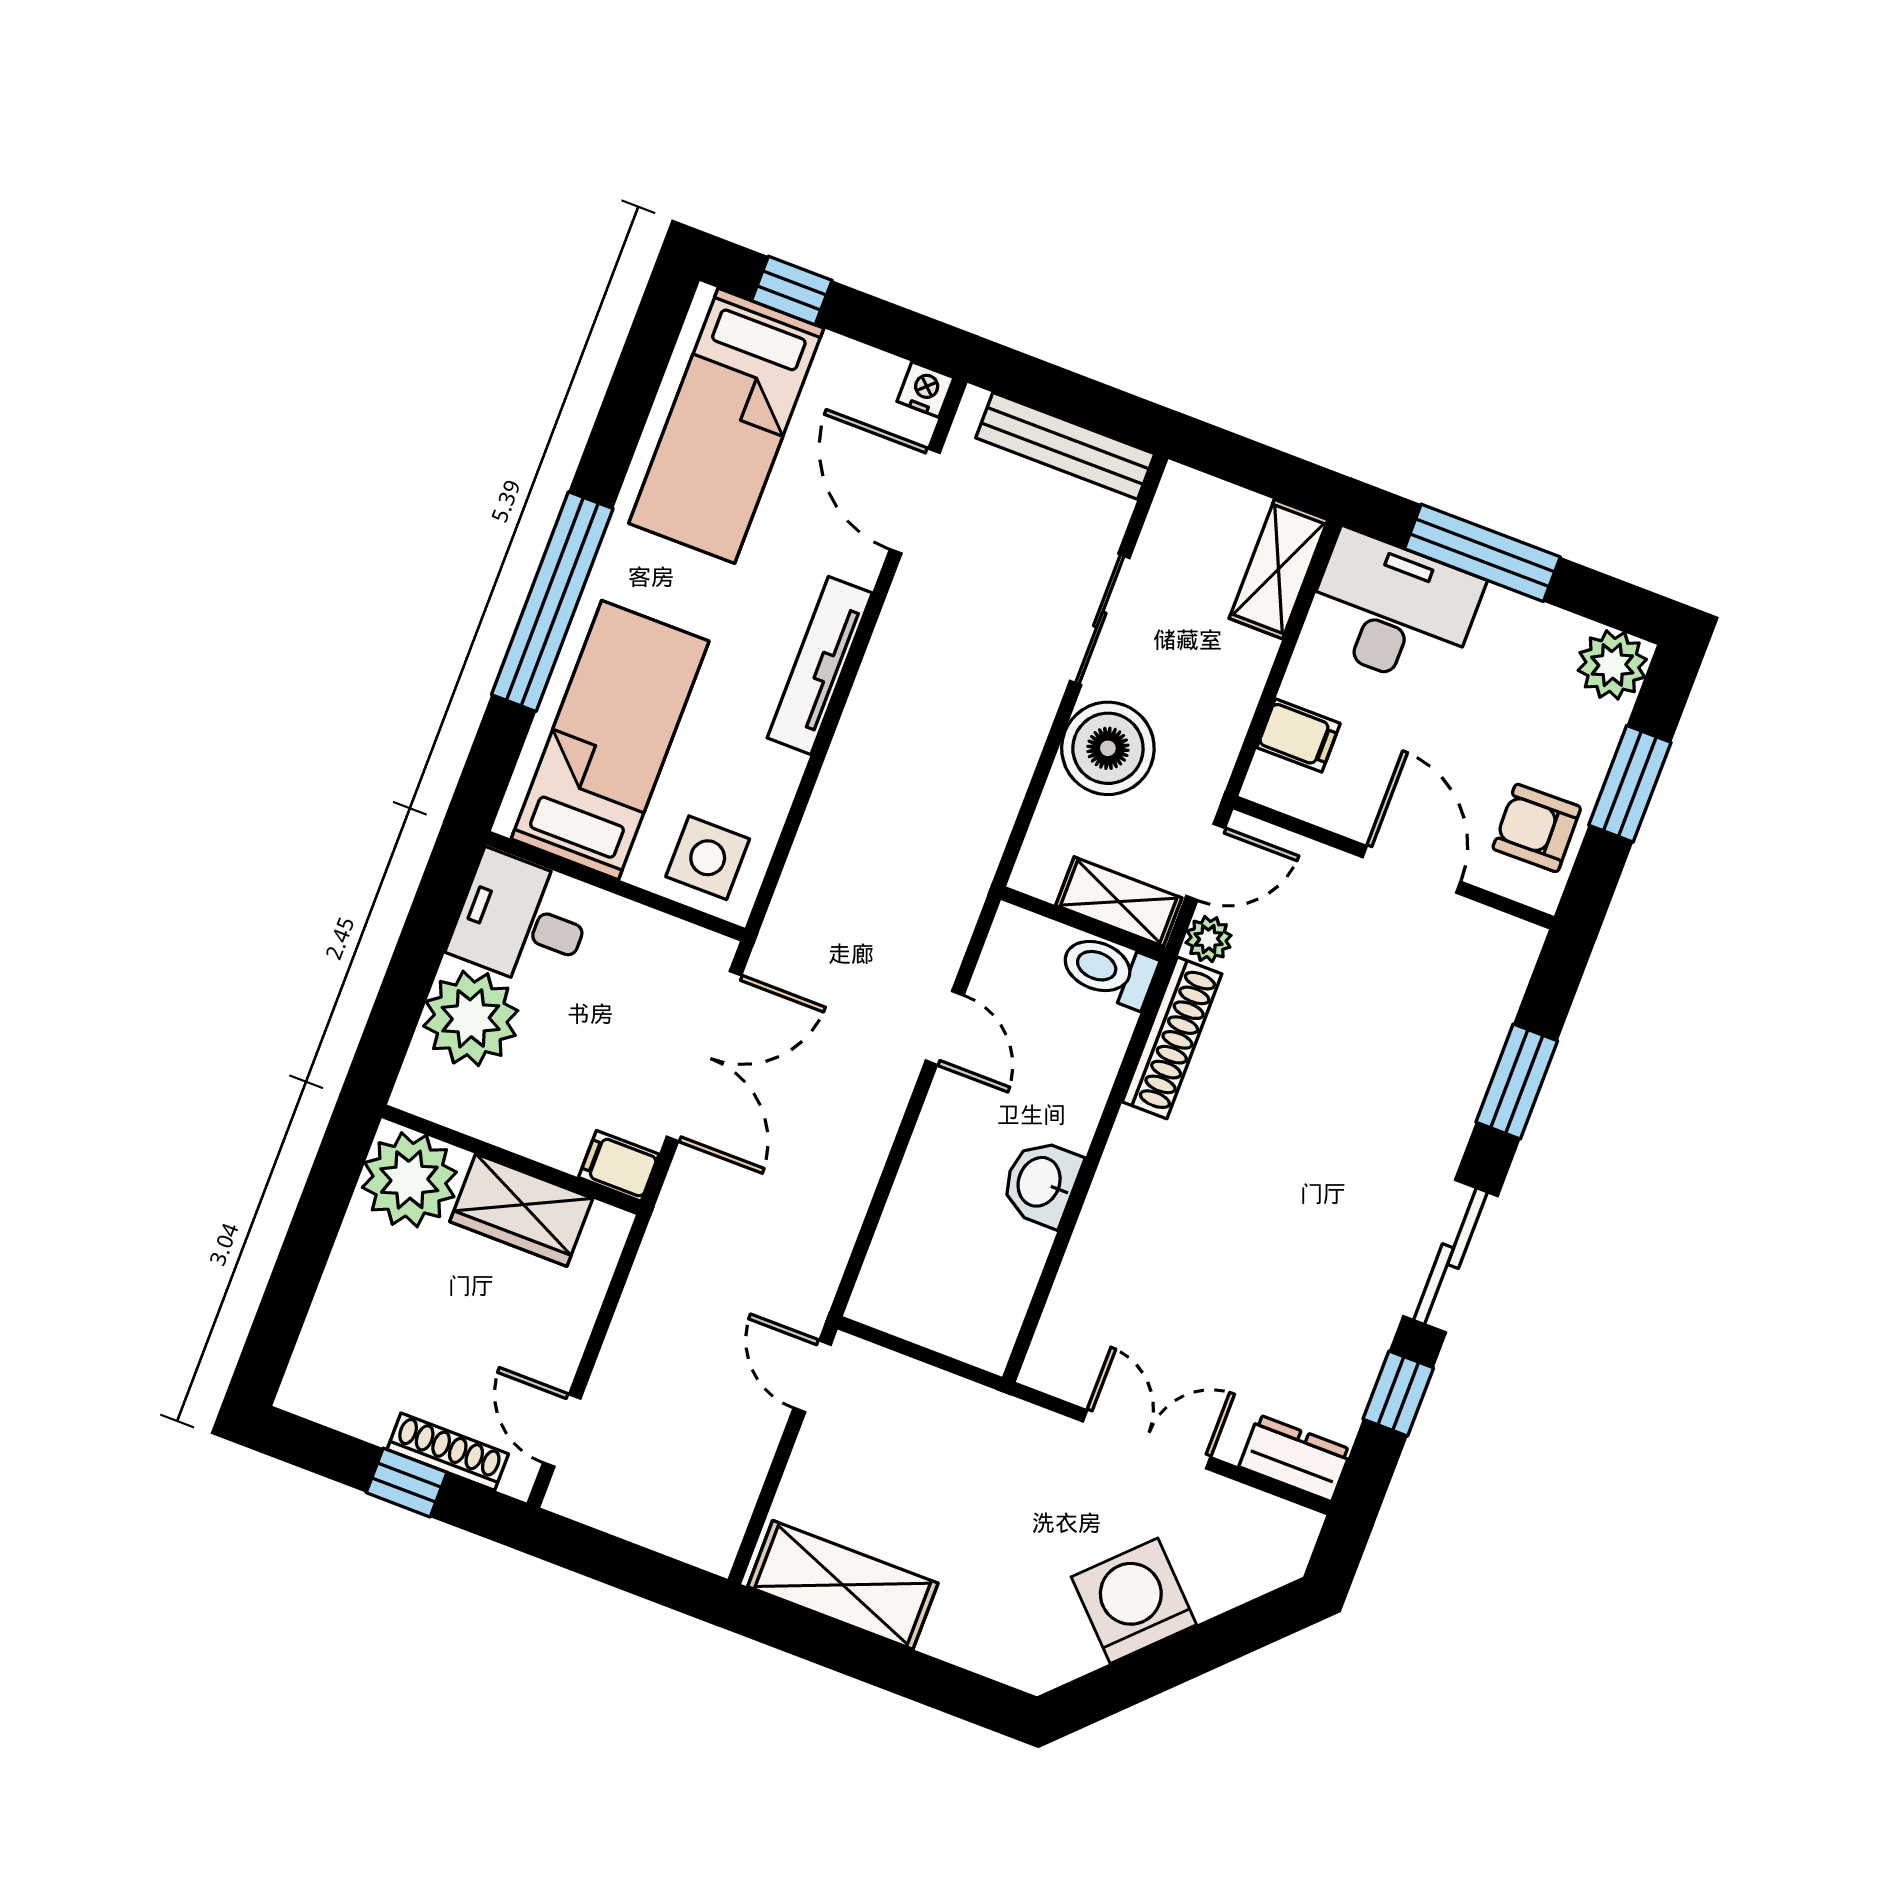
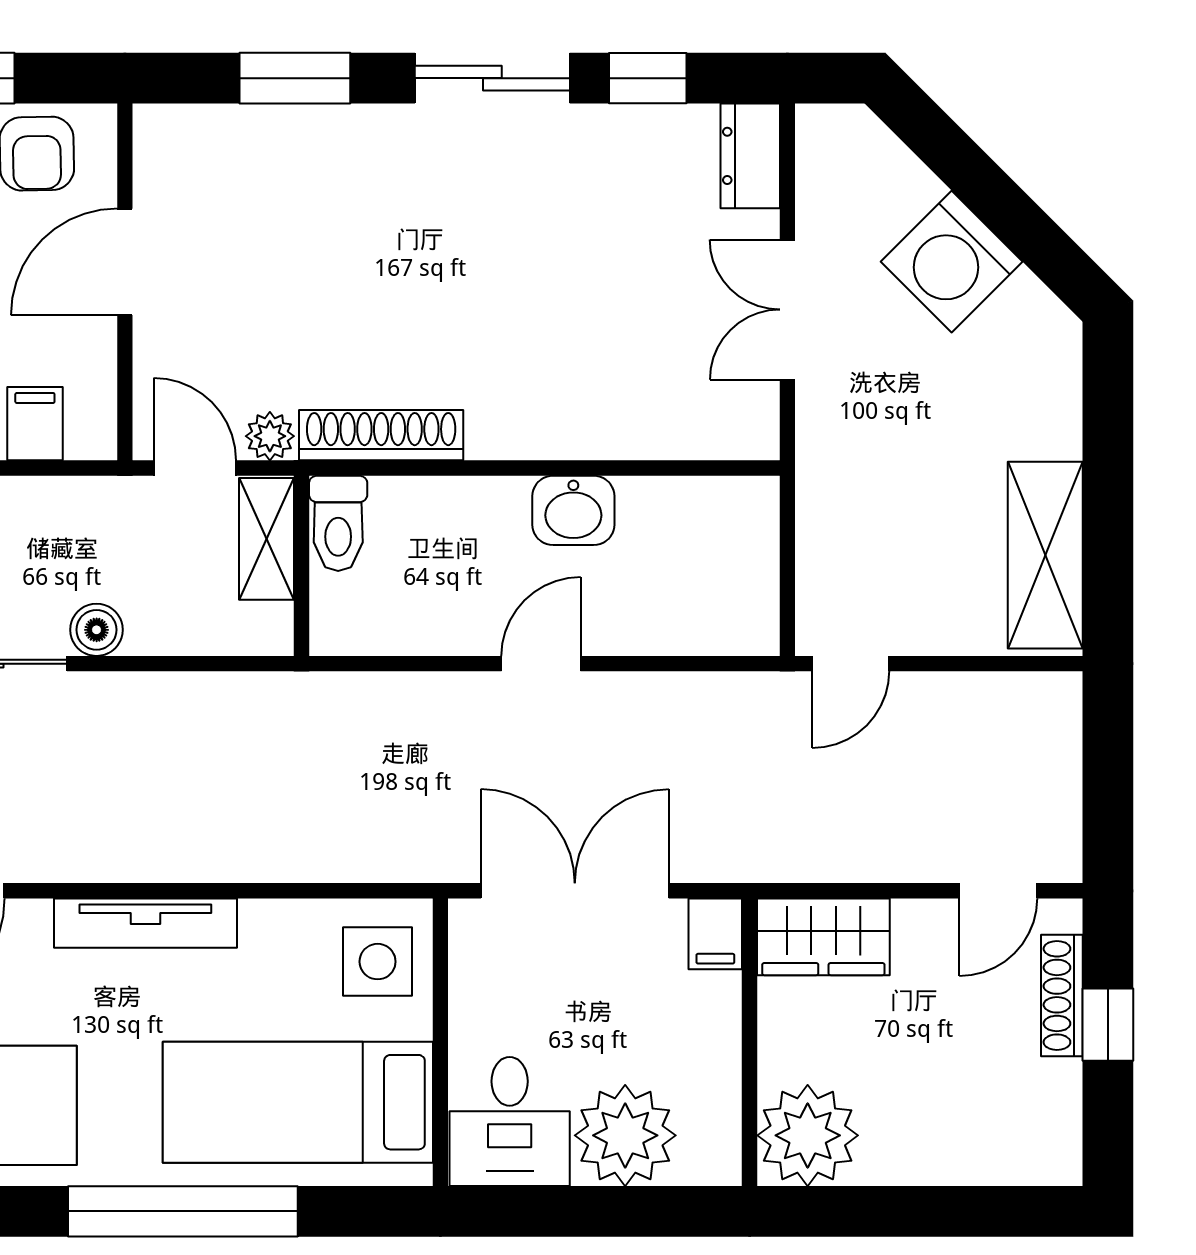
boiler: (1108, 748) -> (97, 630), width x0.54, depth x0.54
door: (945, 1028) -> (541, 664), moved
wardrobe: (521, 1210) -> (823, 937), moved, turned 90

